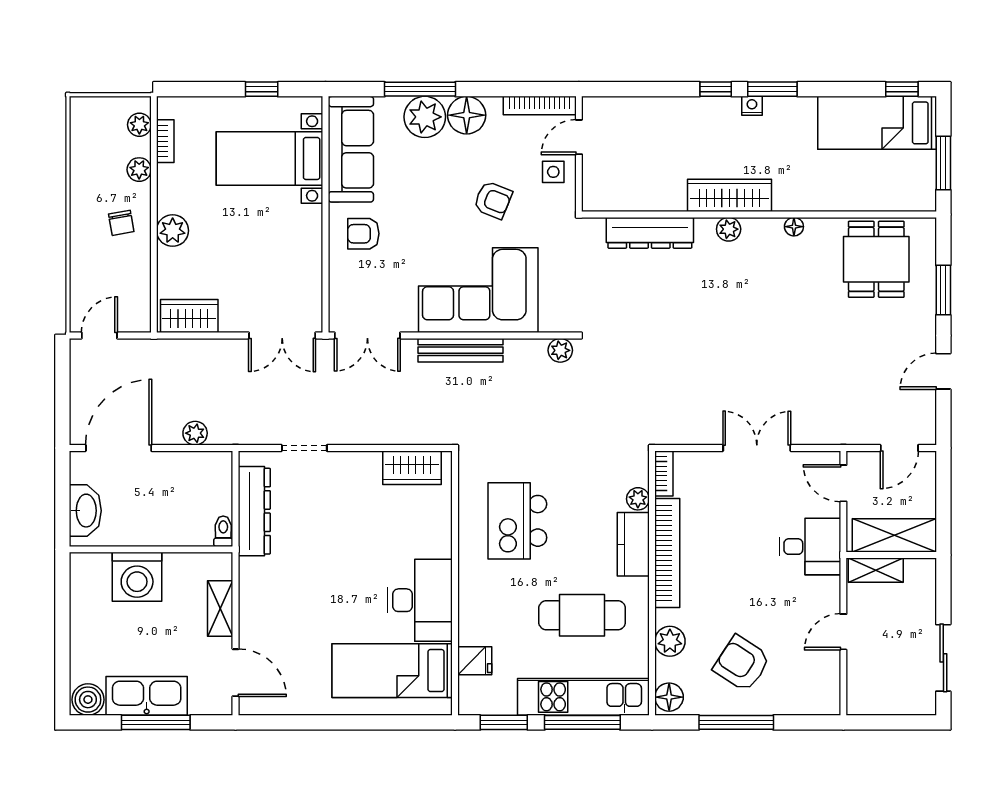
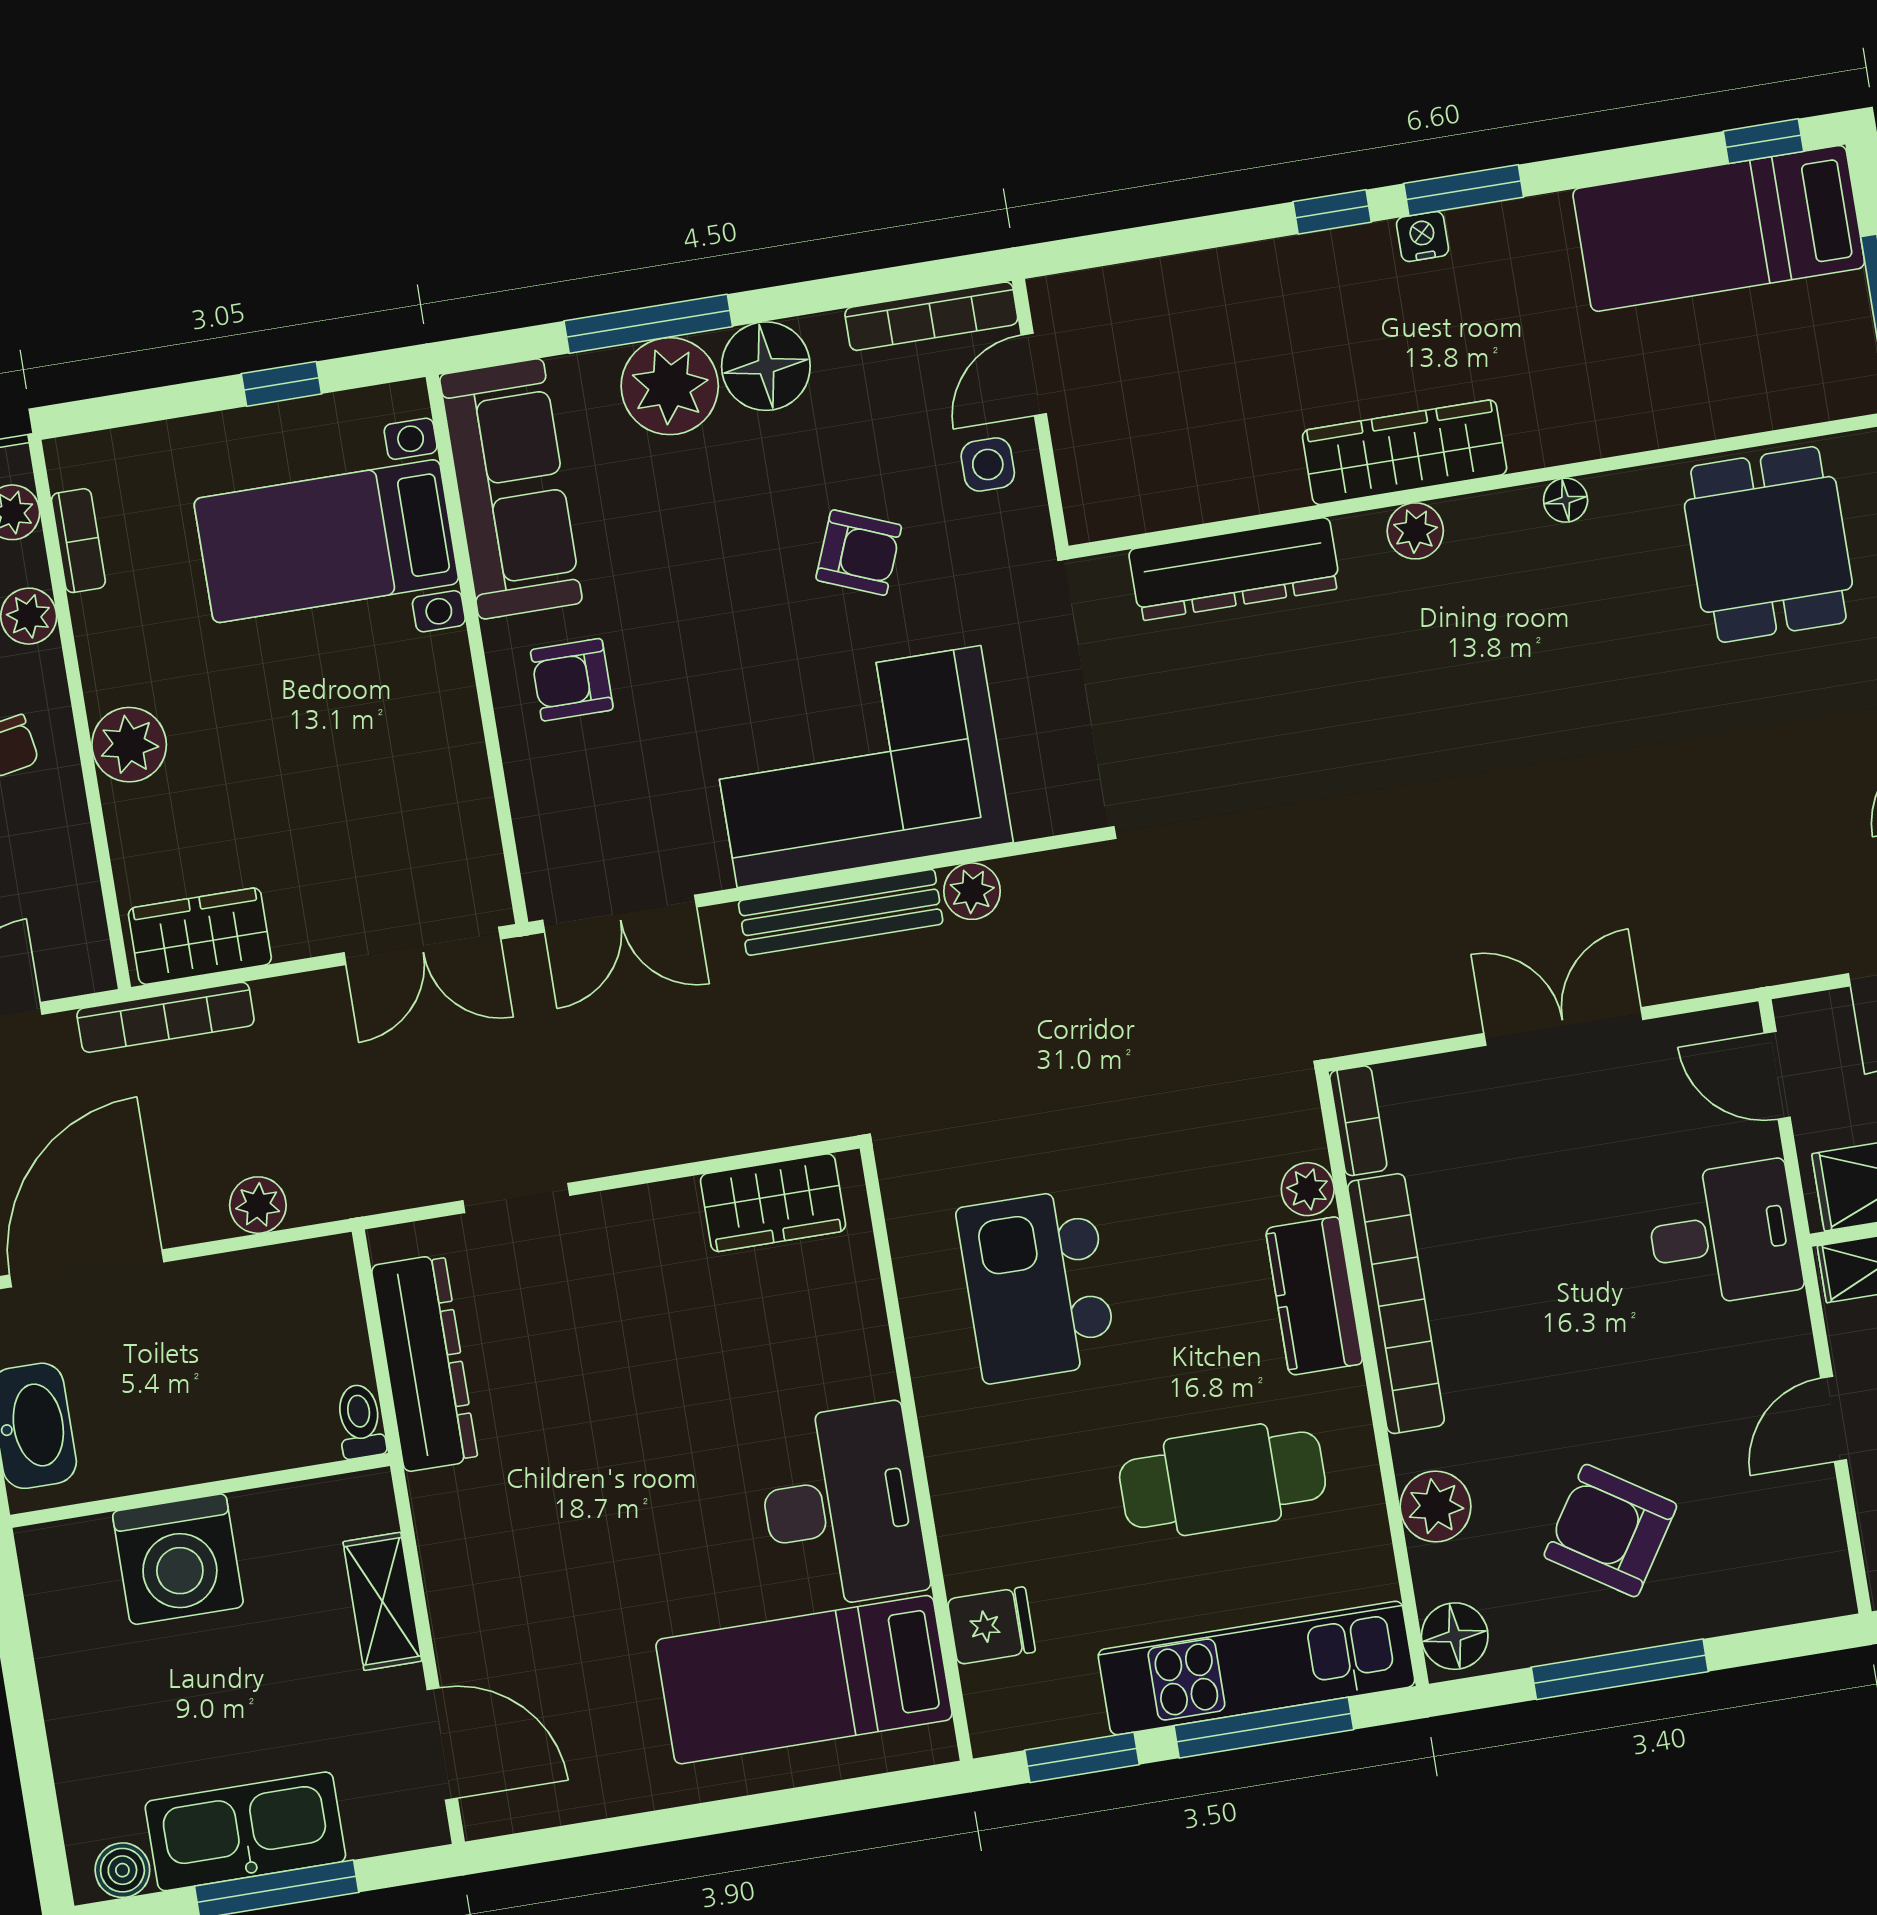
bookcase: (169, 348) -> (166, 1017), added
plant: (560, 350) -> (972, 891), moved
boiler: (88, 700) -> (122, 1870), width x0.73, depth x0.73

